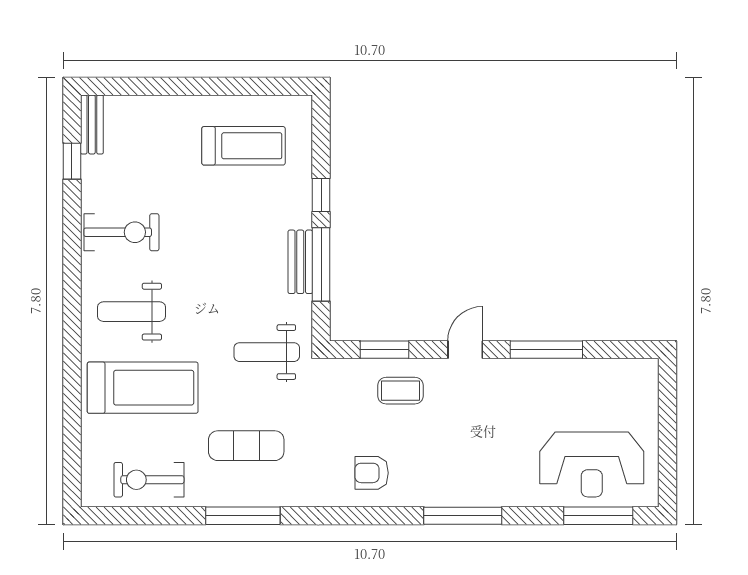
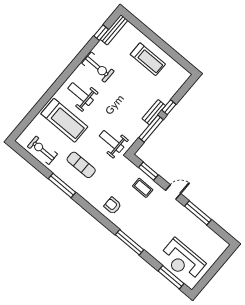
bench: (92, 124) -> (114, 30), width x1.36
treadmill: (243, 146) -> (148, 59), moved
bench: (300, 262) -> (154, 112), moved

